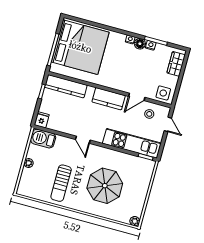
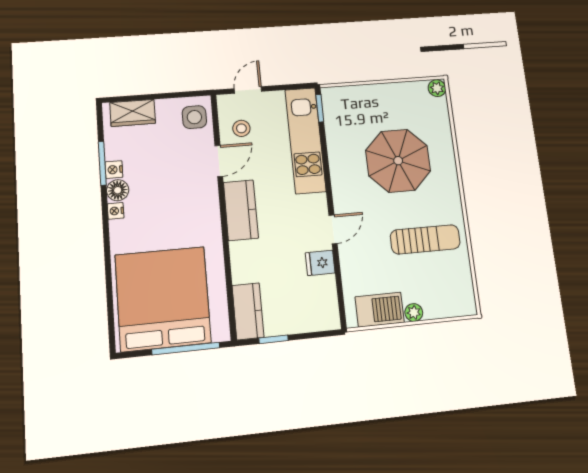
kitchen counter: (66, 86) -> (248, 311), width x0.67
door: (137, 97) -> (219, 161), hinge flipped
fridge: (42, 120) -> (320, 263), moved
barbecue: (43, 139) -> (380, 310), moved, turned -90

